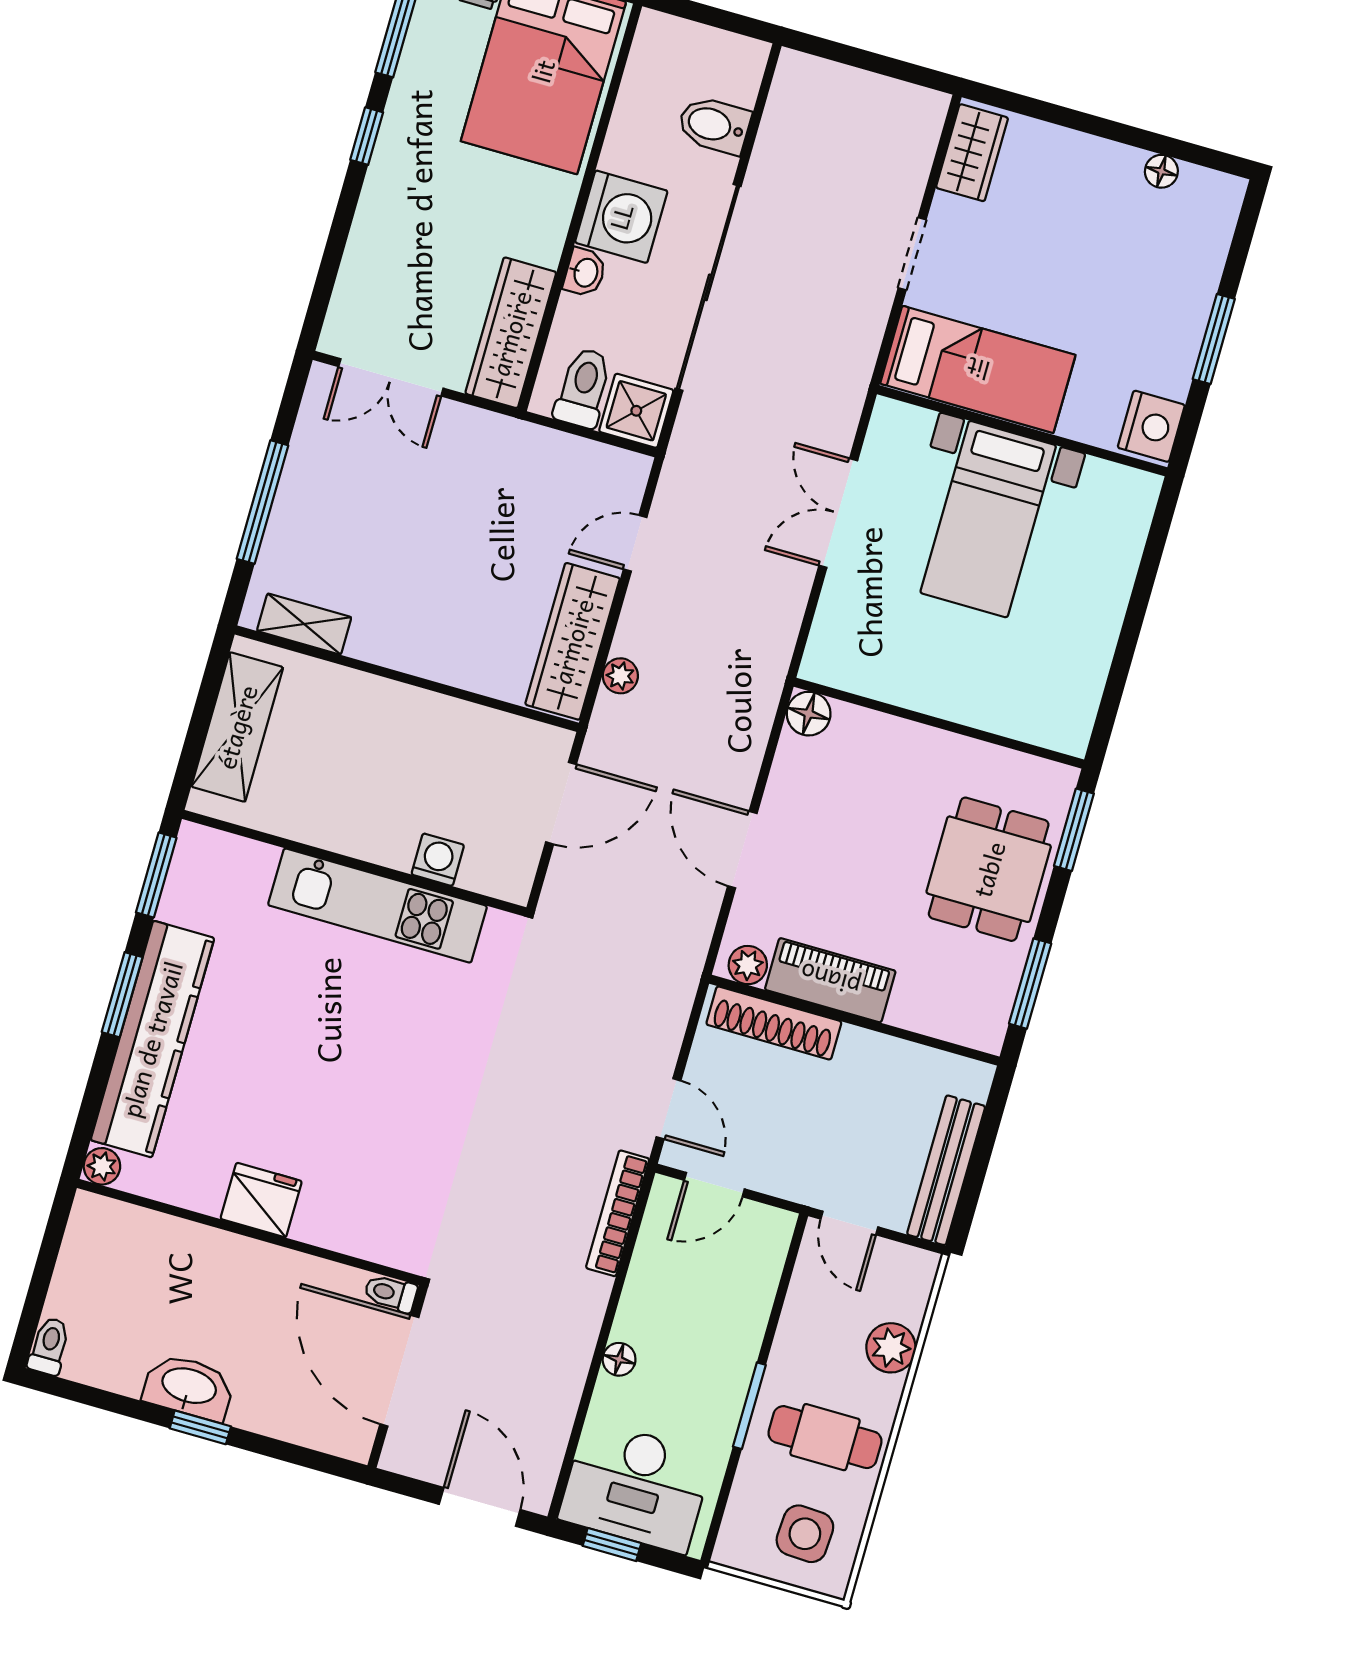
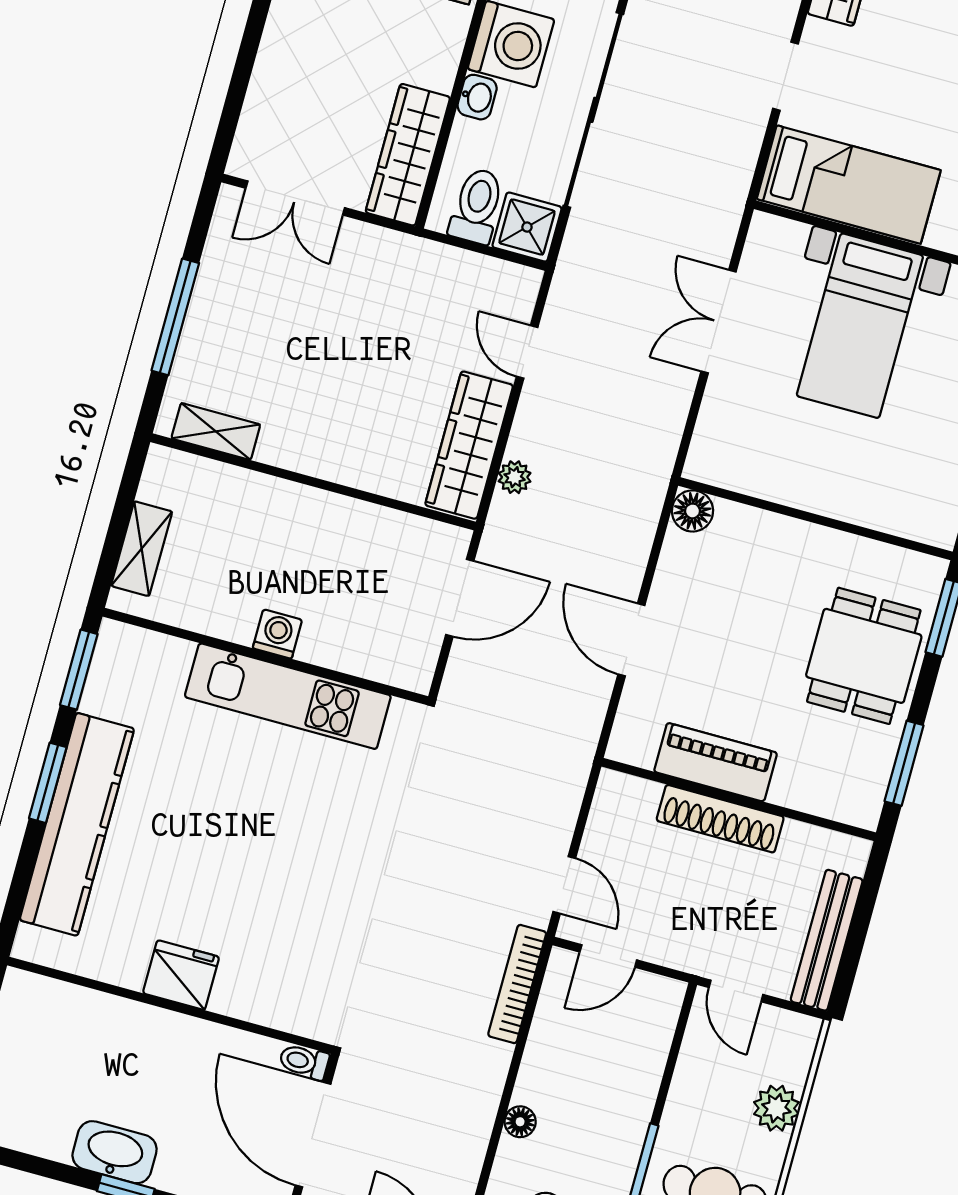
door: (635, 543) -> (527, 352), hinge flipped
shelving: (237, 727) -> (142, 549), width x0.67, depth x0.75
washing machine: (438, 860) -> (277, 634), moved
plant: (748, 965) -> (638, 749), removed
shoe rack: (774, 1023) -> (720, 819), moved
plant: (102, 1166) -> (31, 945), removed

